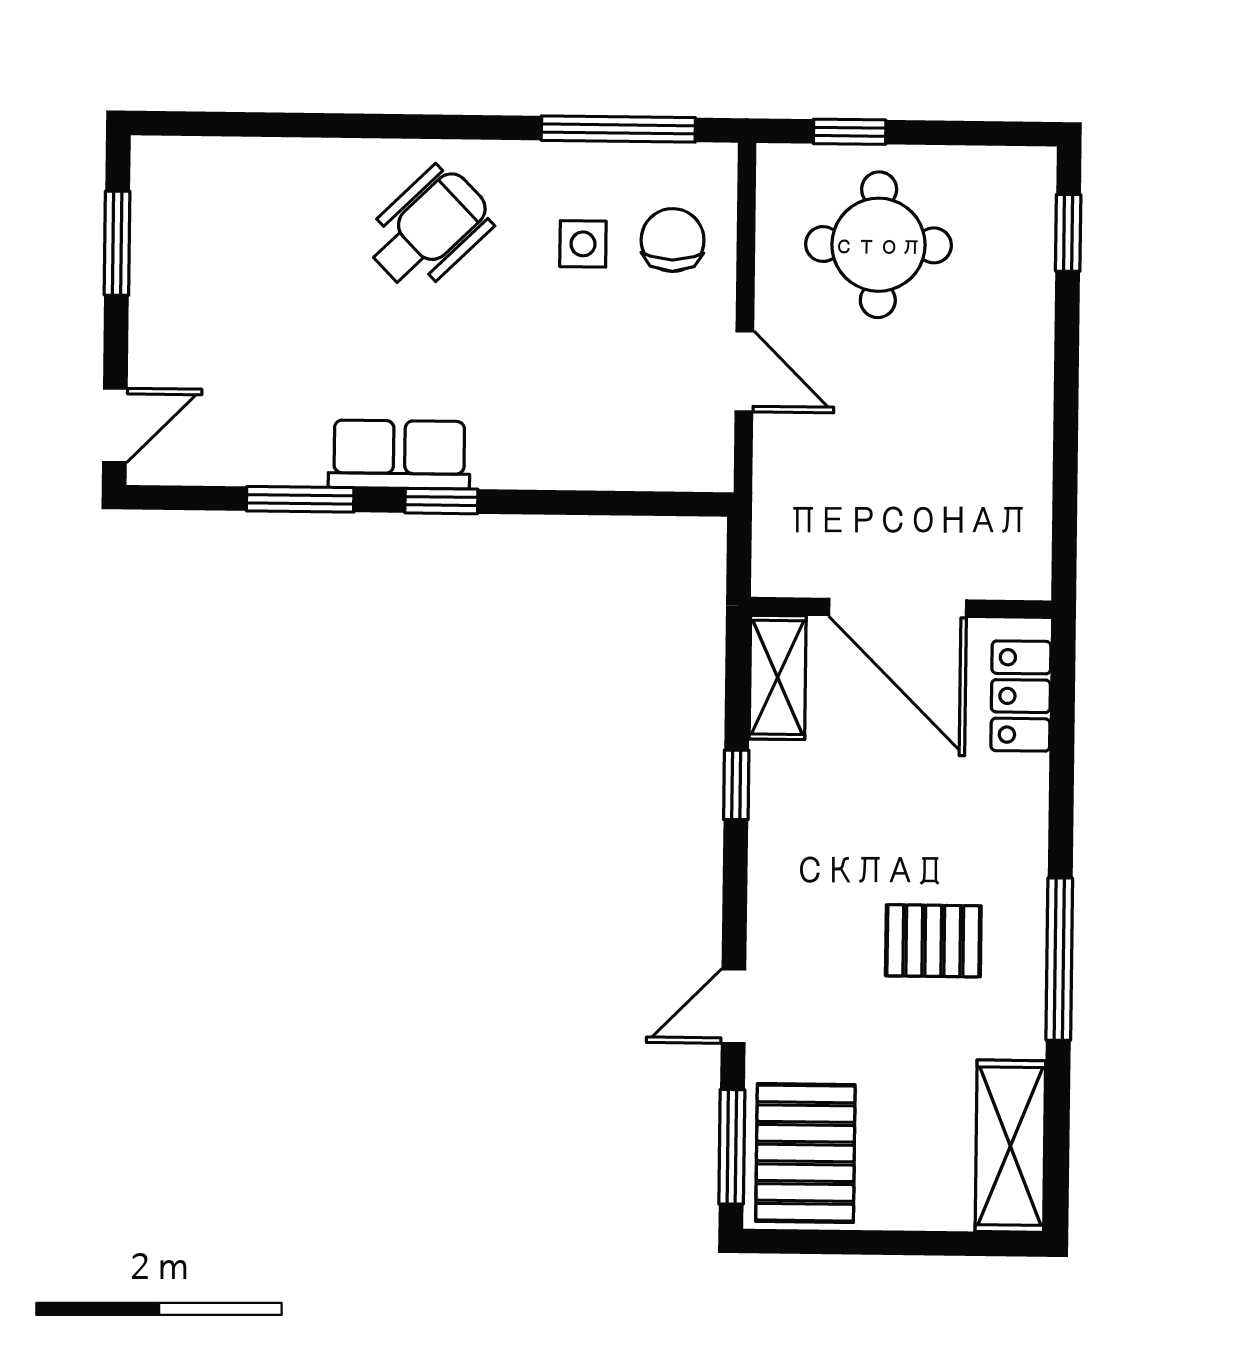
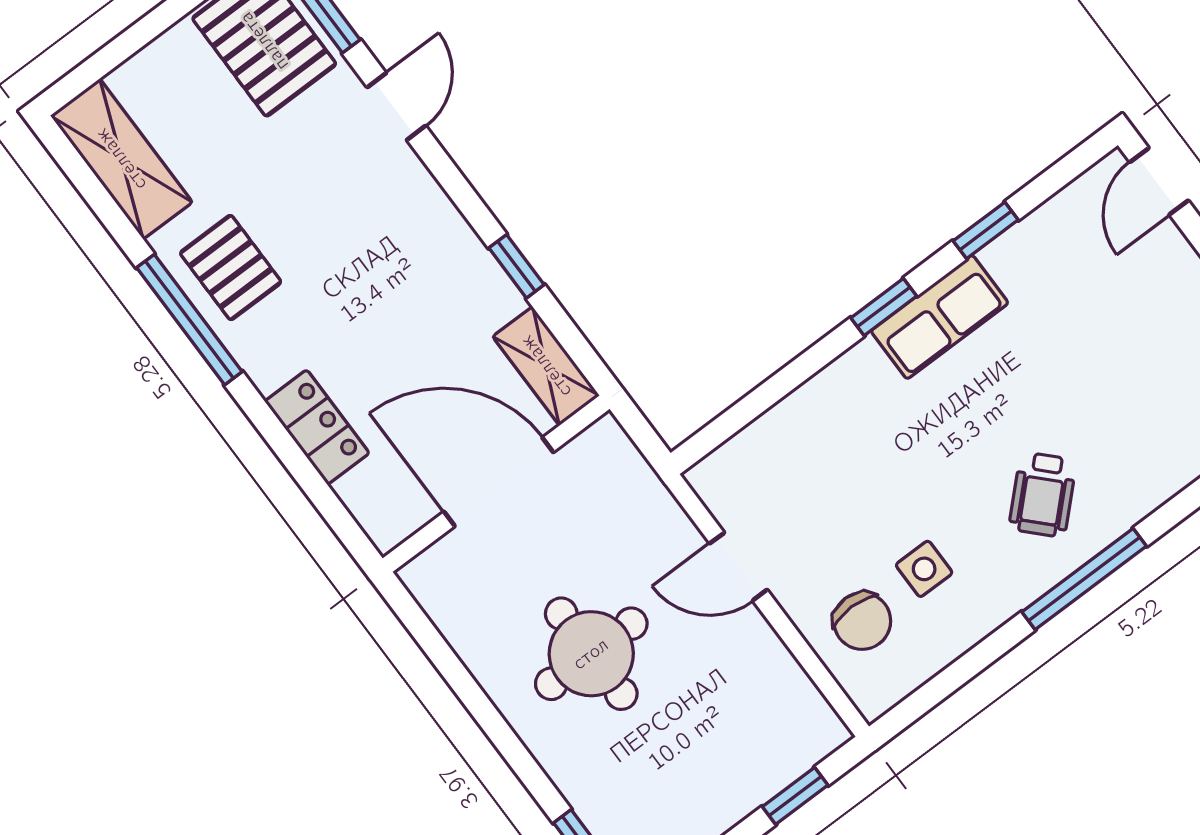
window: (618, 129) -> (1084, 579), moved
wheelchair: (429, 229) -> (1043, 495), width x0.73, depth x0.73
round table: (878, 245) -> (591, 654), moved
window: (300, 499) -> (986, 230), width x0.67
locker: (1021, 696) -> (317, 427), moved
pallet: (933, 941) -> (231, 268), moved, turned 90

